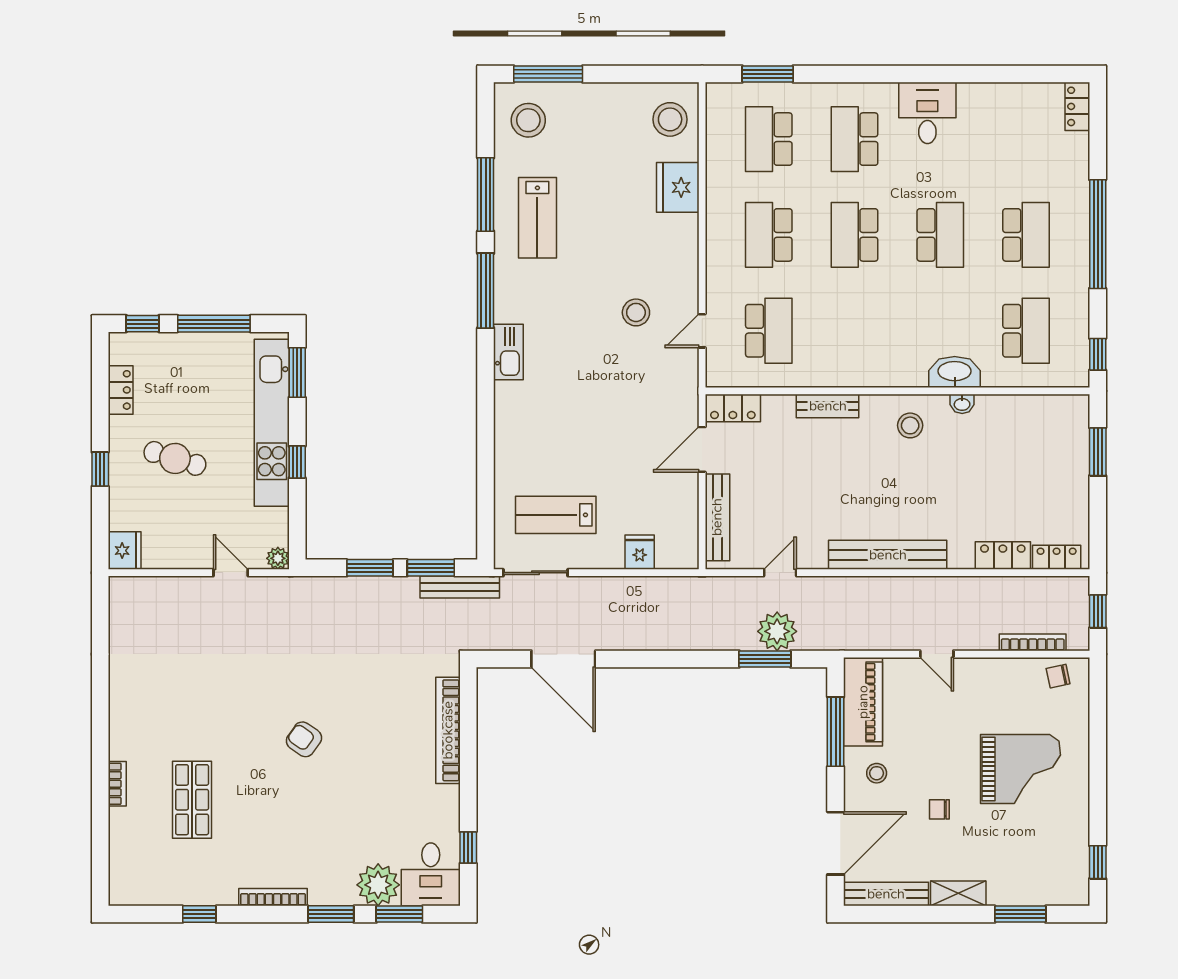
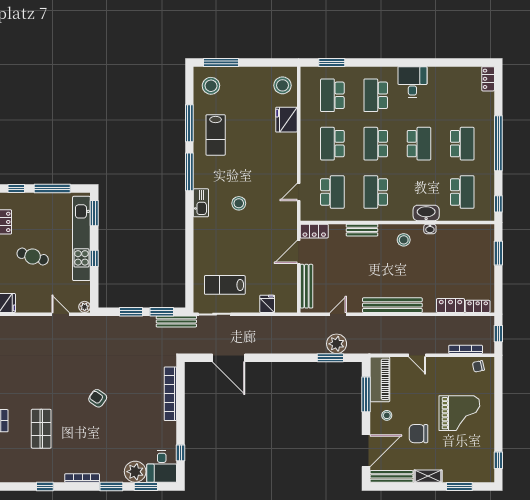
stool: (636, 312) -> (239, 203), moved
school desk: (855, 331) -> (376, 192), added
chair: (939, 809) -> (418, 434), width x1.87, depth x1.87

